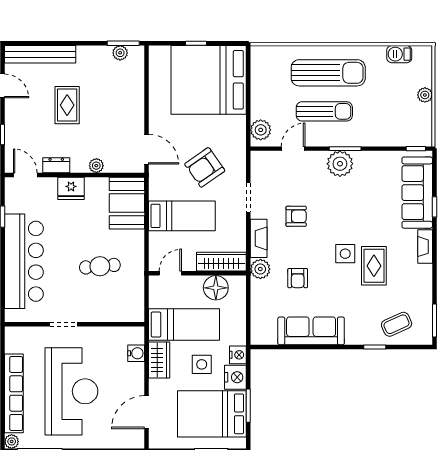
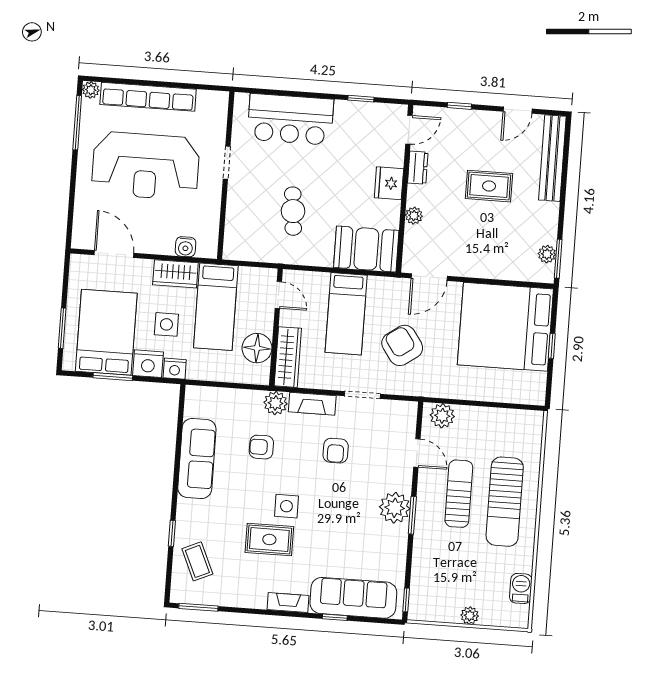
bed: (209, 80) -> (505, 327), moved, turned -90
sun lounger: (324, 111) -> (459, 494), turned 180
bar counter: (24, 261) -> (290, 119), width x0.73

